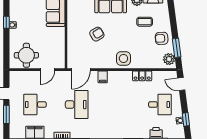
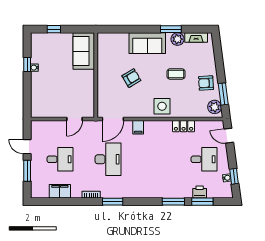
coffee table: (145, 22) -> (176, 74), moved
round table: (26, 55) -> (50, 102), removed
desk: (35, 105) -> (60, 159), turned 180

